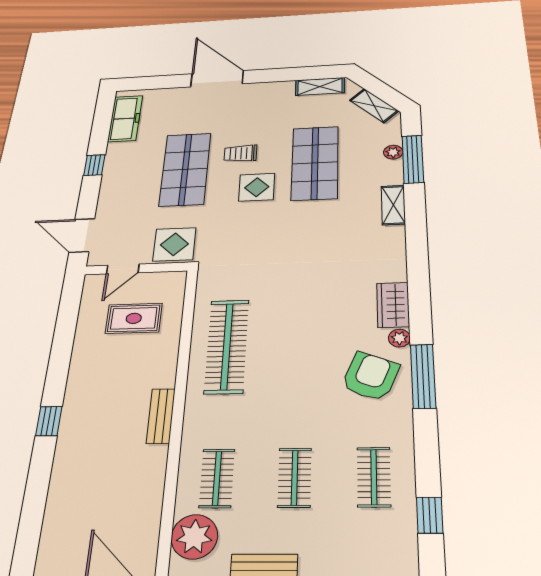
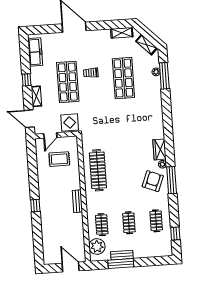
display table: (257, 187) -> (100, 92), removed
shelving: (393, 205) -> (36, 96), moved

